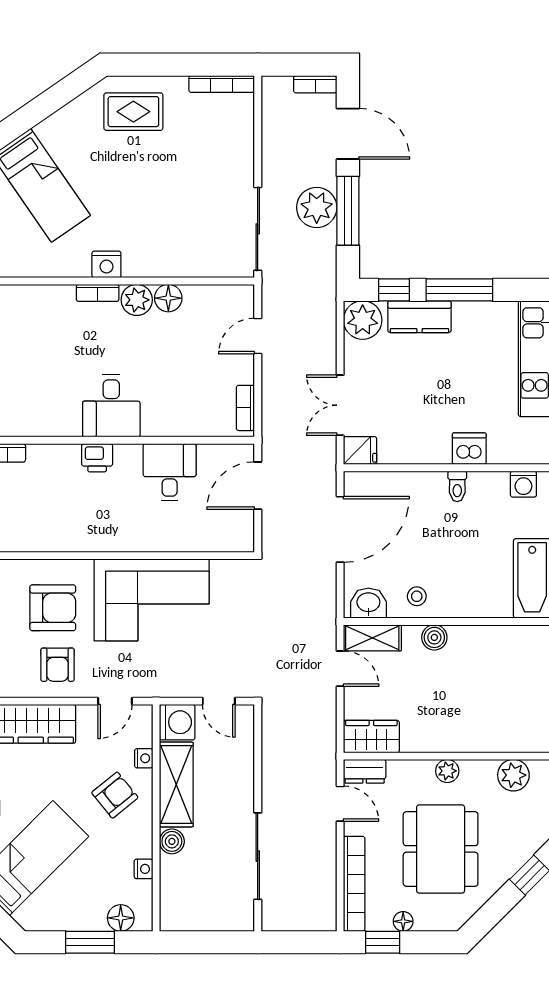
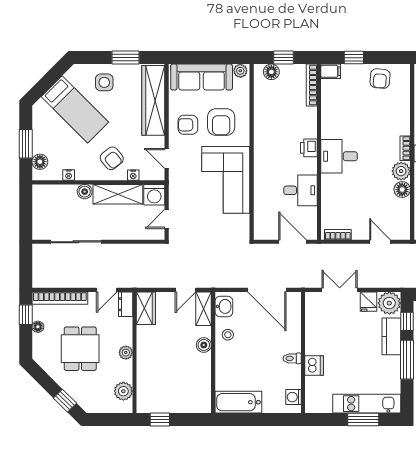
fridge: (360, 450) -> (369, 302), moved
dining table: (441, 849) -> (80, 349), width x0.73

